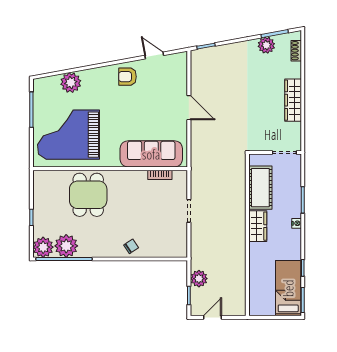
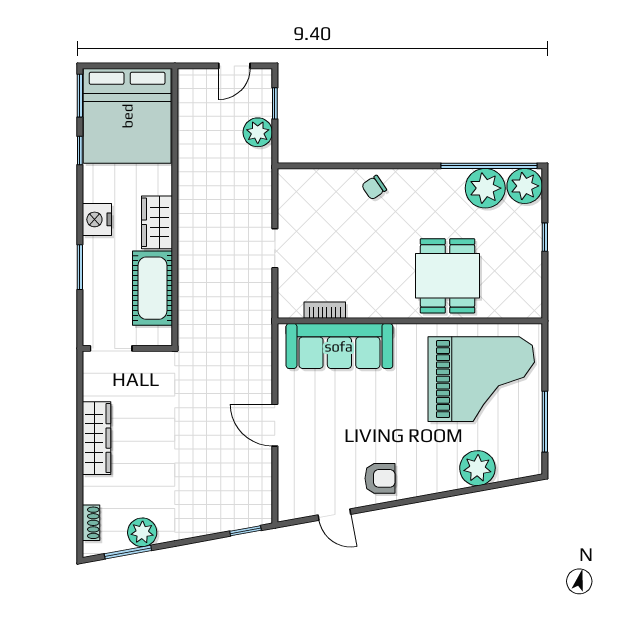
nightstand: (297, 223) -> (97, 219), width x1.89, depth x1.79
bed: (288, 288) -> (127, 116), width x2.04

